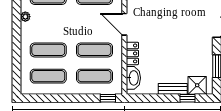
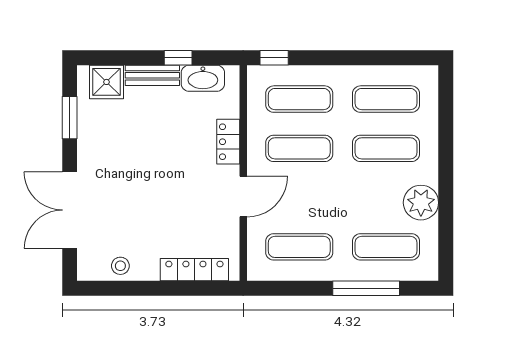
plant: (25, 17) -> (421, 203), width x1.87, depth x1.87
door: (124, 24) -> (243, 197), hinge flipped
washbasin: (133, 78) -> (203, 78), moved, turned -90
window: (188, 98) -> (178, 58), moved

